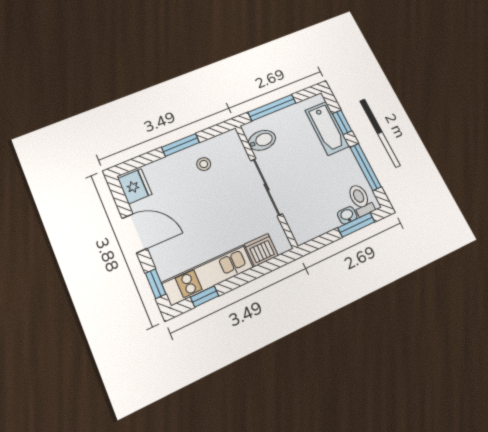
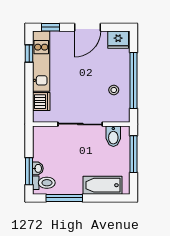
window: (342, 122) -> (102, 198), removed
window: (181, 145) -> (134, 80), width x2.11

